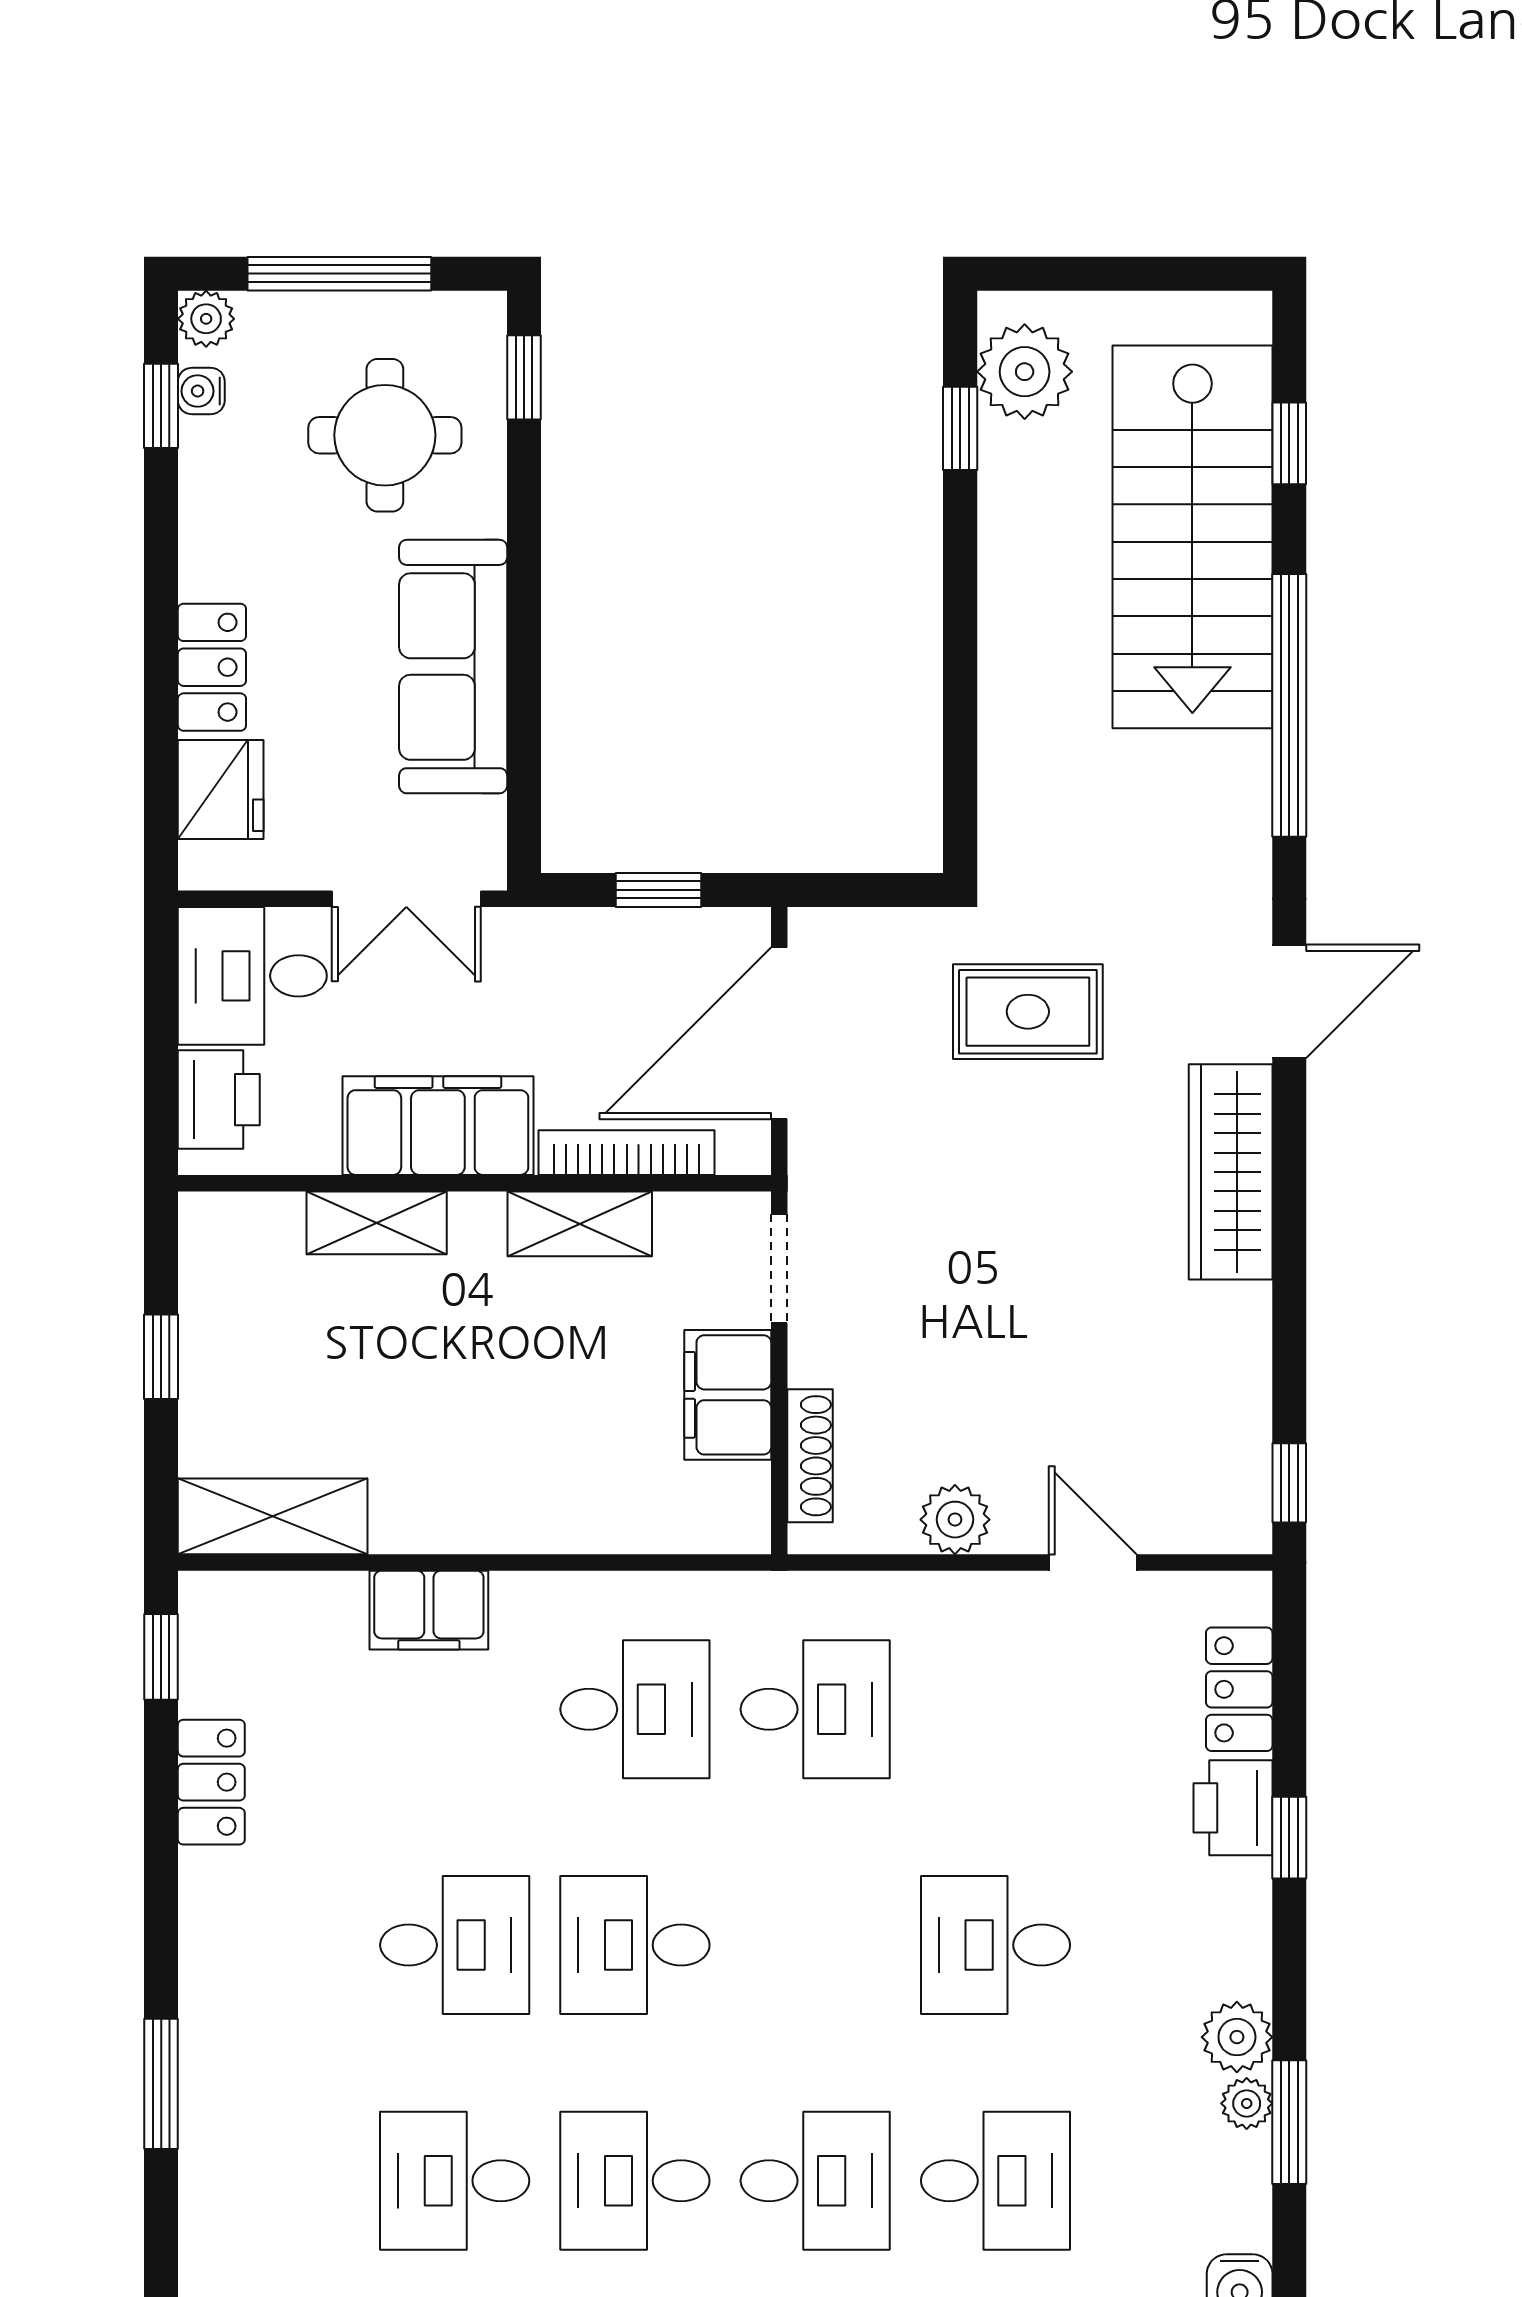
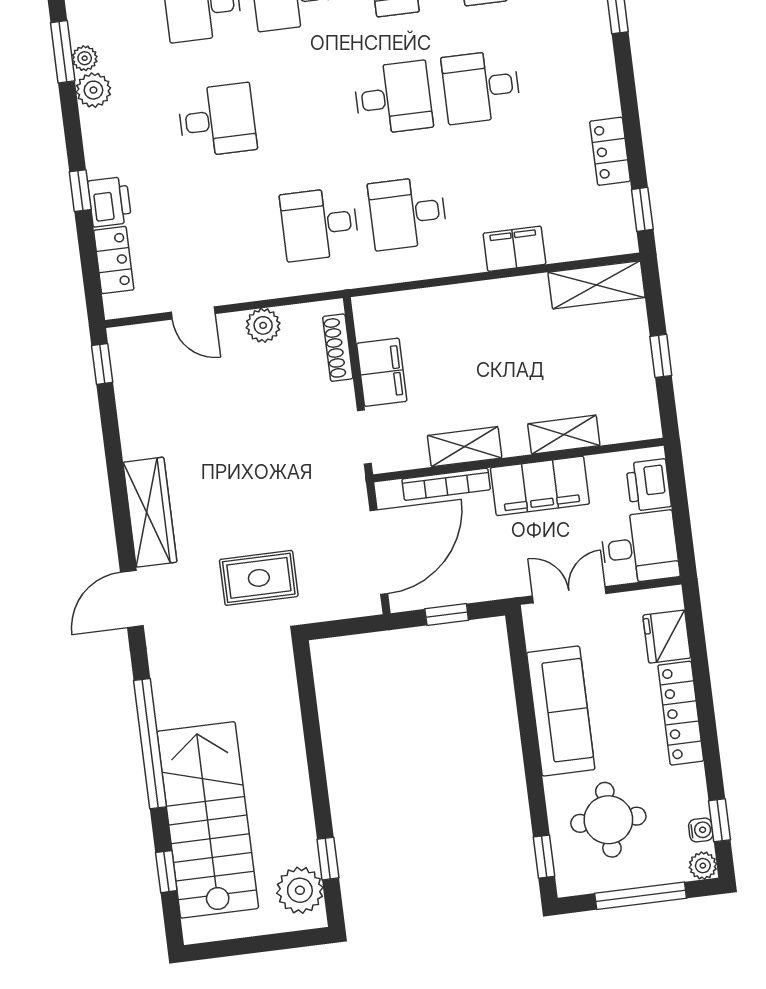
locker: (212, 667) -> (681, 713), width x1.53

